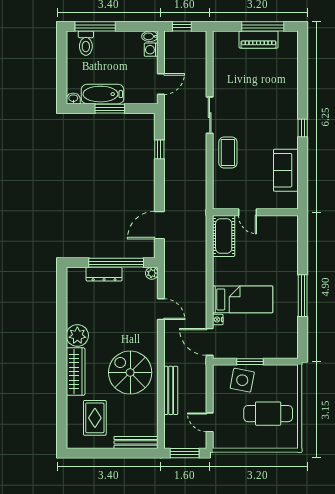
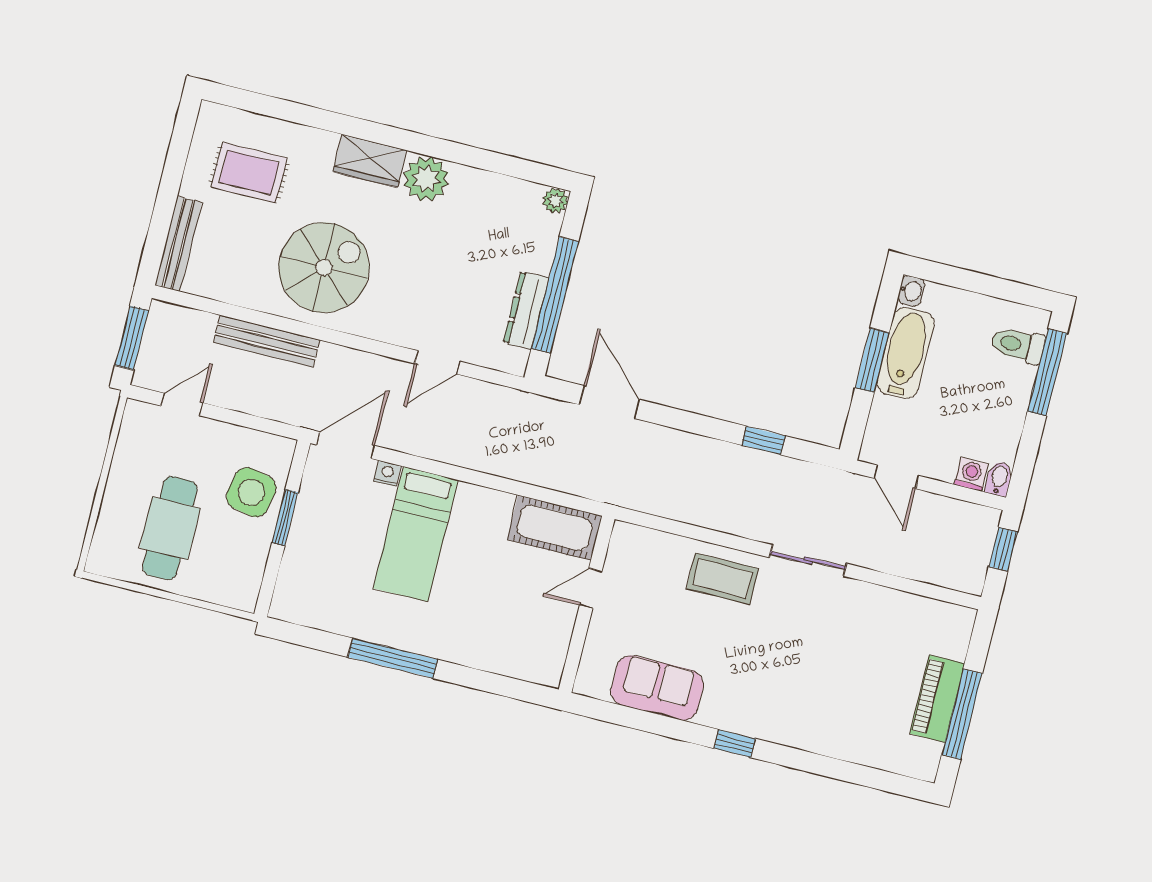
plant: (152, 273) -> (555, 200), moved
dresser: (104, 274) -> (526, 310), moved
wardrobe: (76, 371) -> (370, 161), width x0.67

